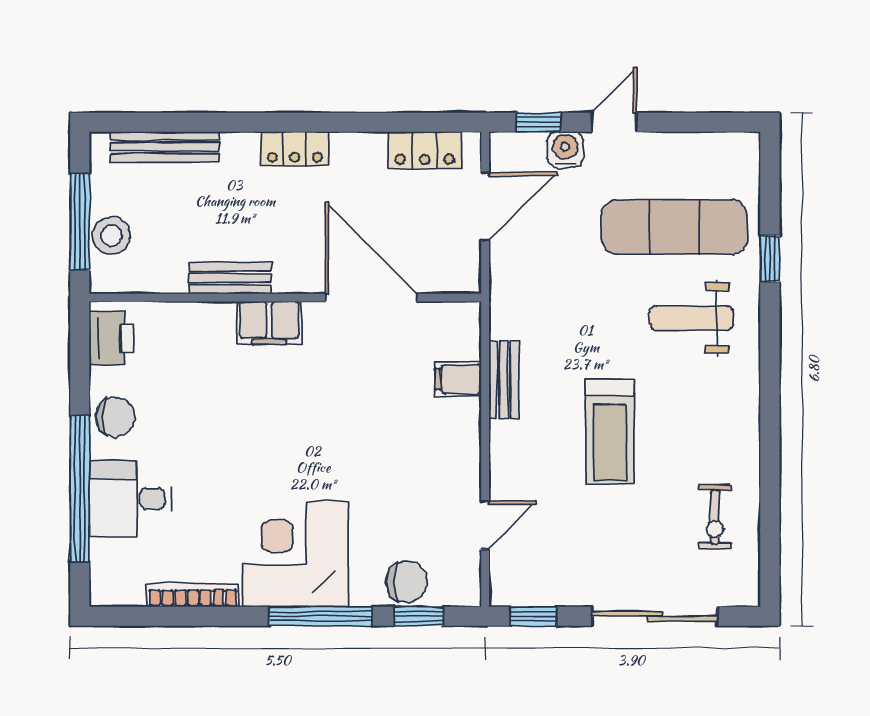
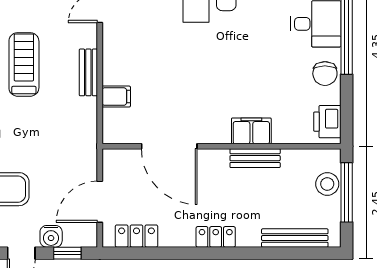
filing cabinet: (269, 323) -> (251, 131), moved
bench: (504, 380) -> (88, 72), moved
chair: (115, 417) -> (325, 74), turned -90

